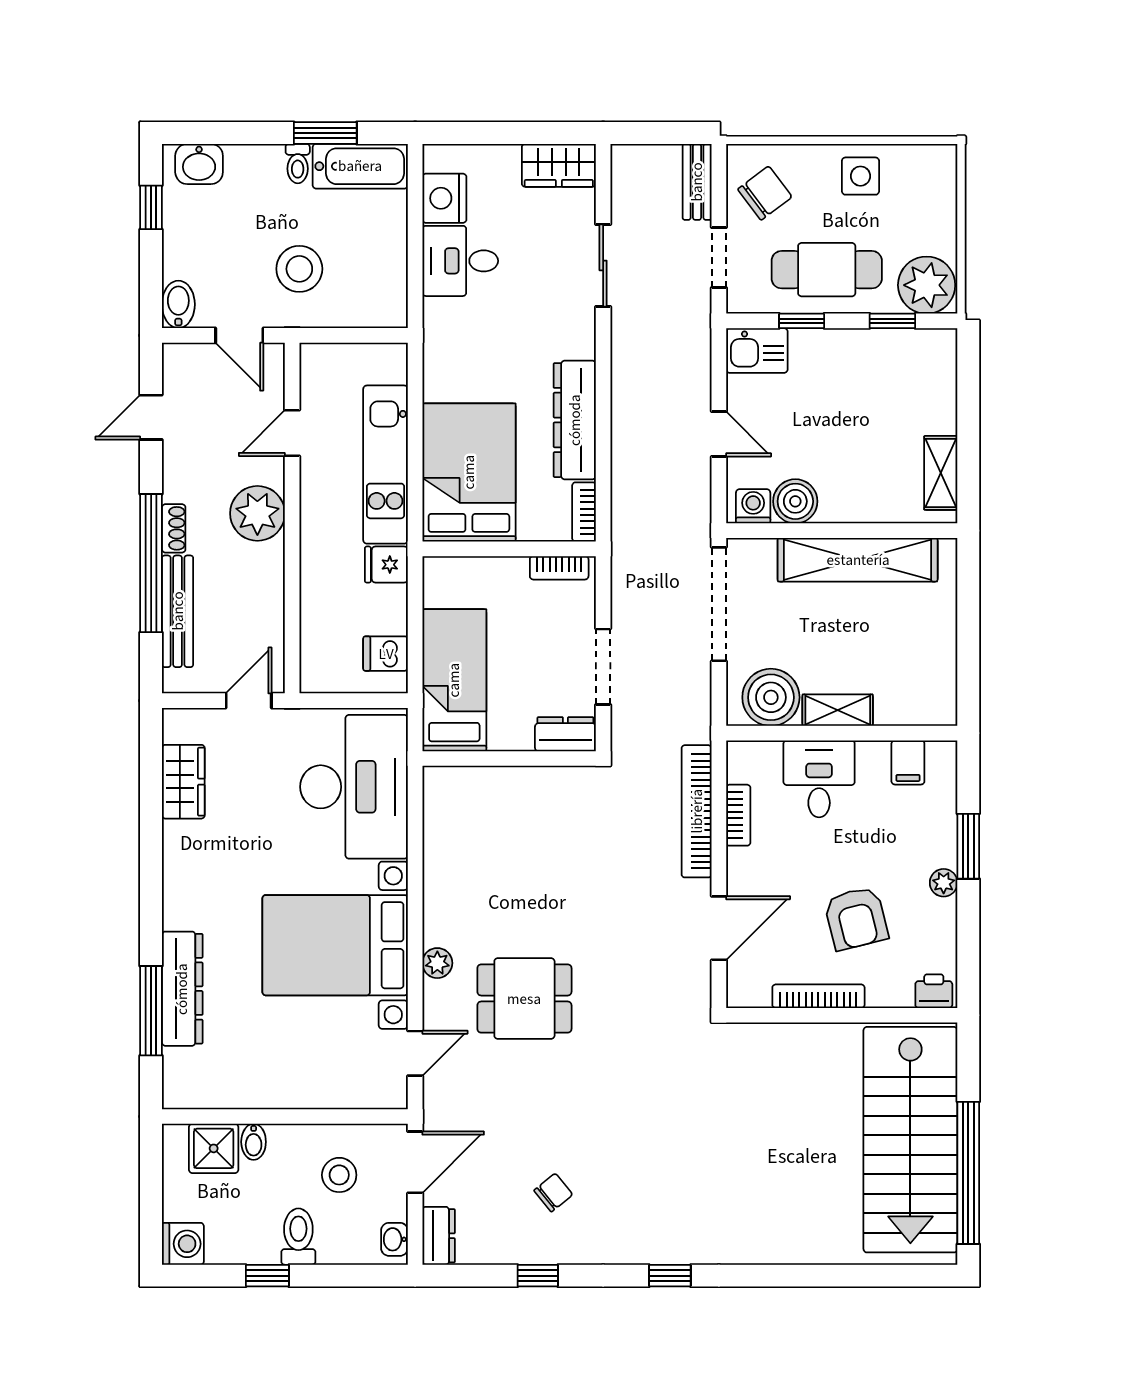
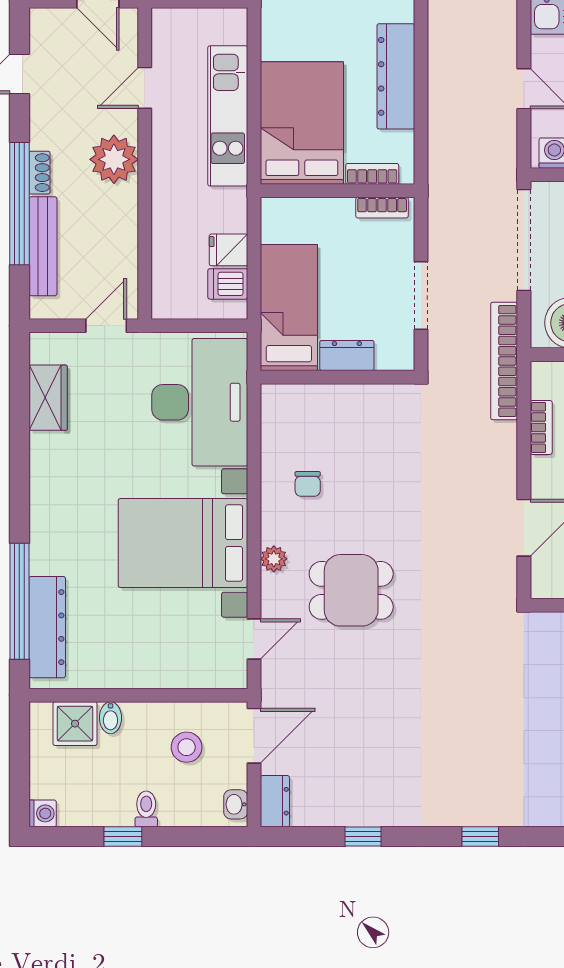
bookcase: (584, 512) -> (372, 174), moved, turned 90
fridge: (386, 565) -> (228, 250), moved
dresser: (565, 734) -> (347, 355), moved
bookcase: (697, 811) -> (504, 361), moved
dresser: (182, 989) -> (47, 627), moved
window: (151, 1011) -> (19, 601), width x1.46
chair: (553, 1192) -> (308, 484), moved, turned 129
toilet: (298, 1237) -> (146, 809), width x0.73, depth x0.72
washing machine: (183, 1244) -> (43, 813), width x0.73, depth x0.73

